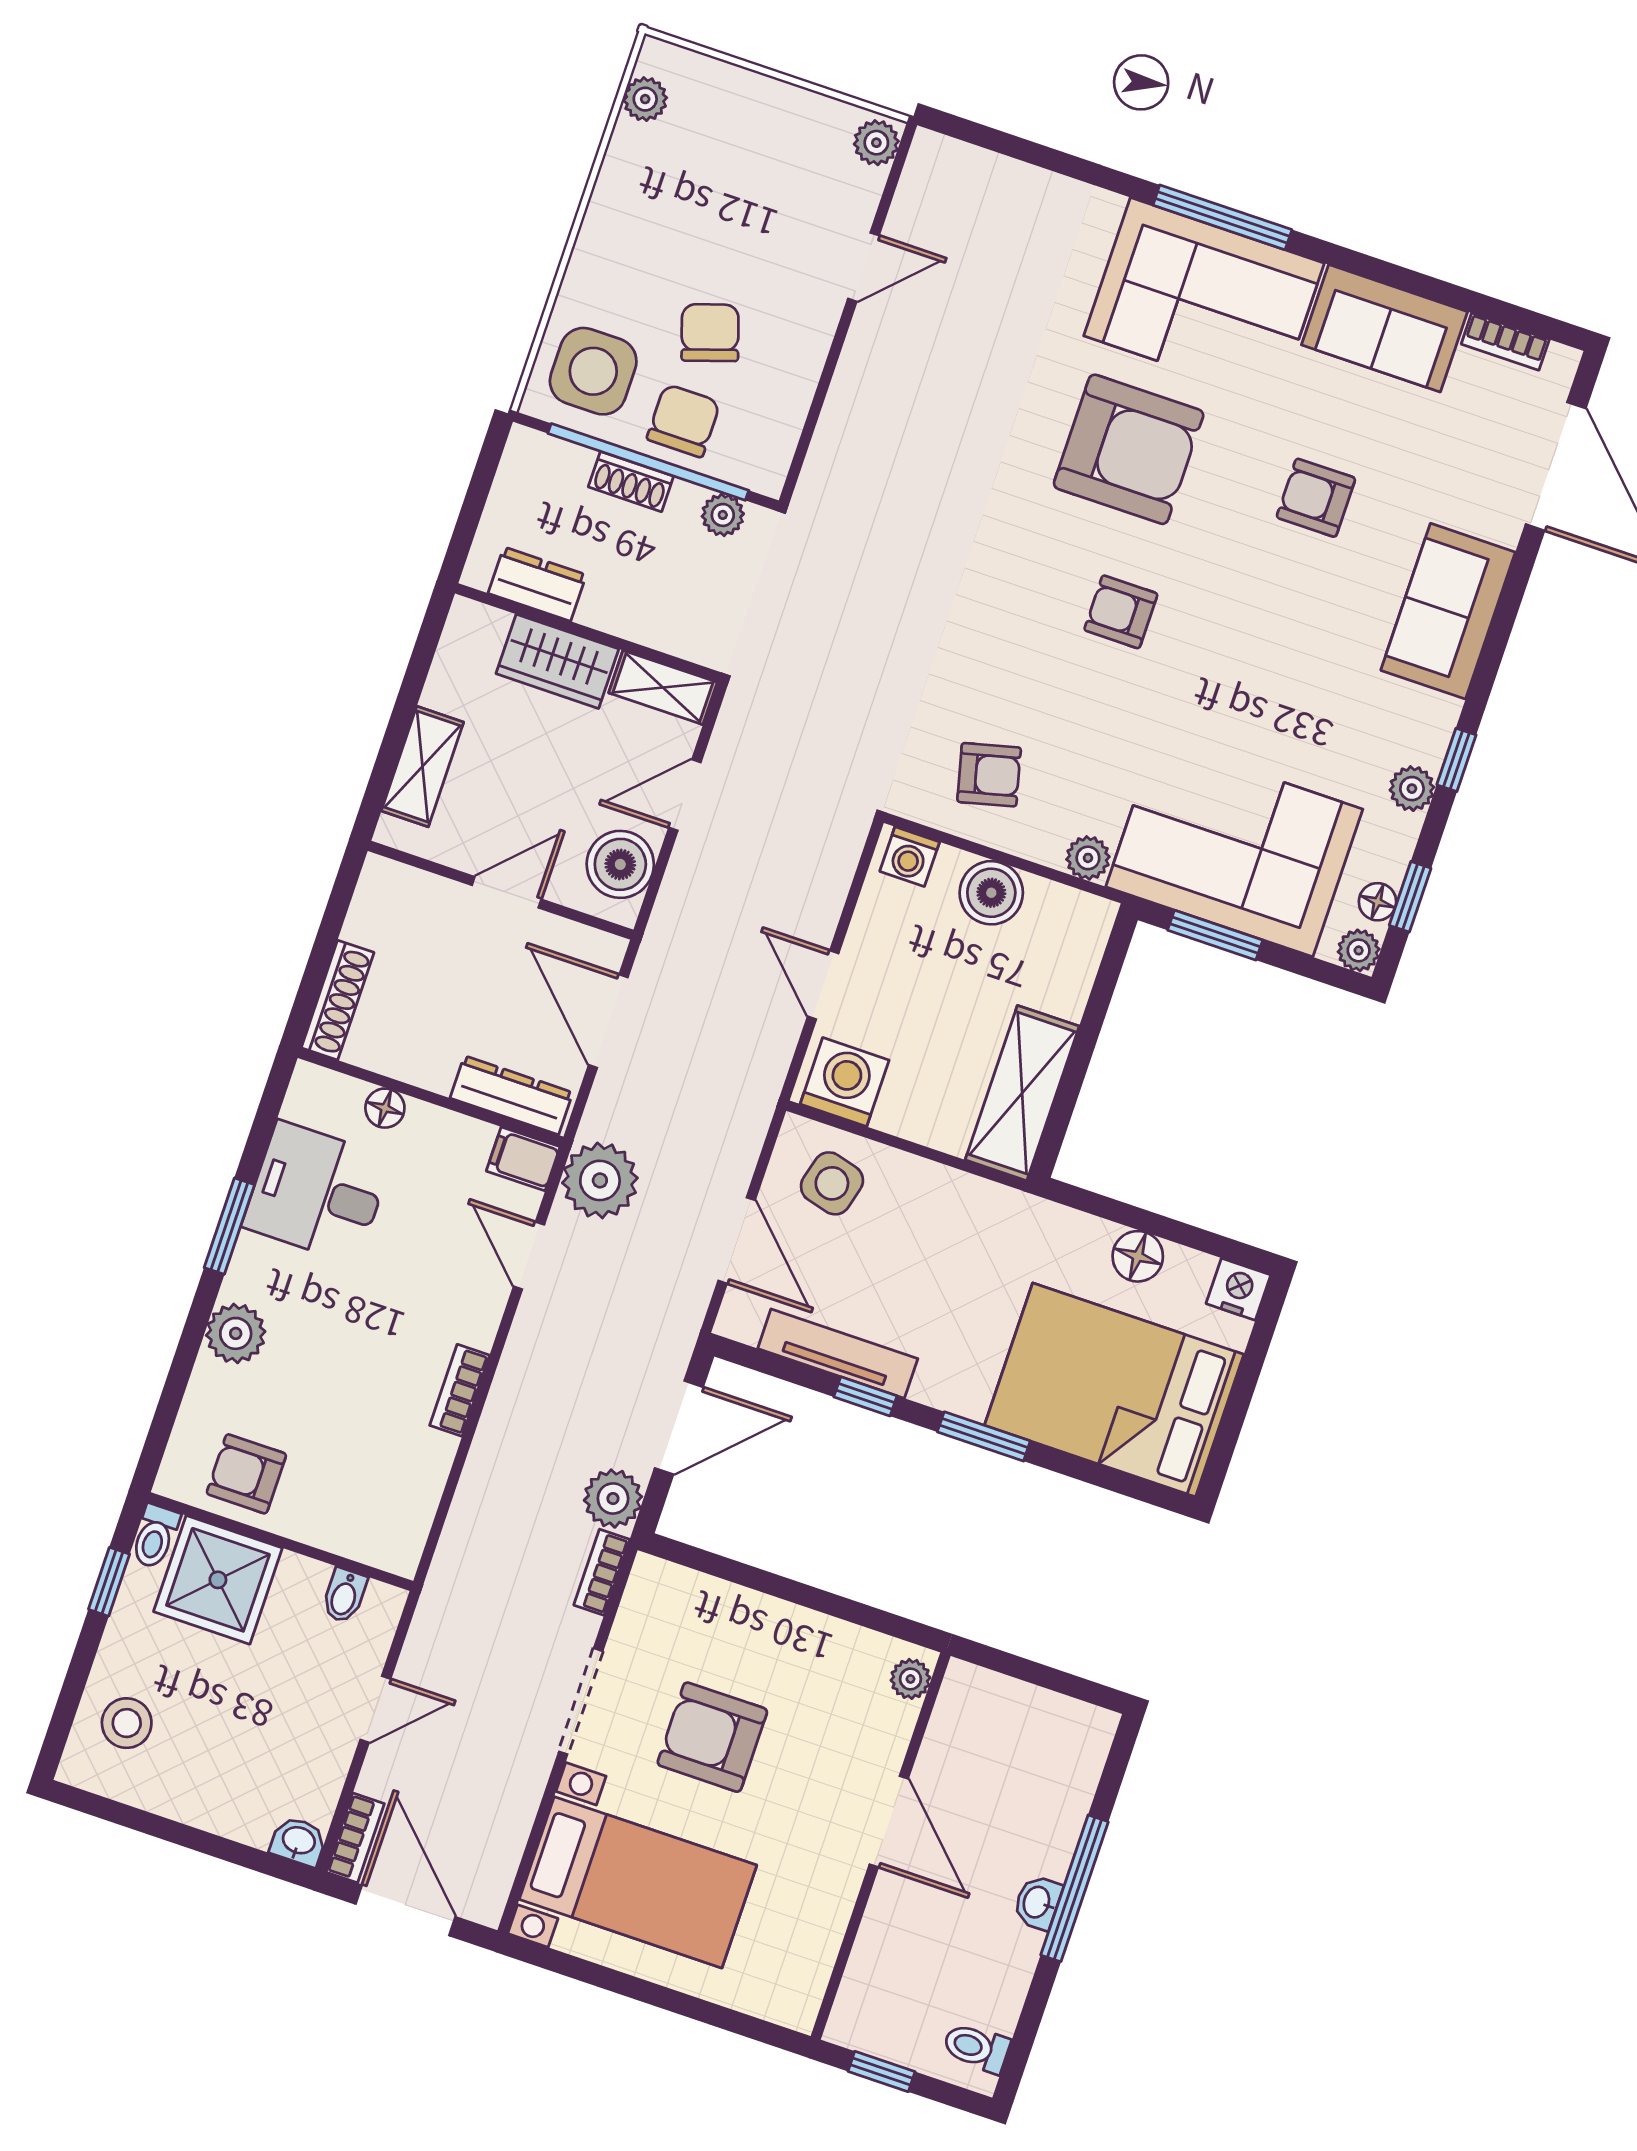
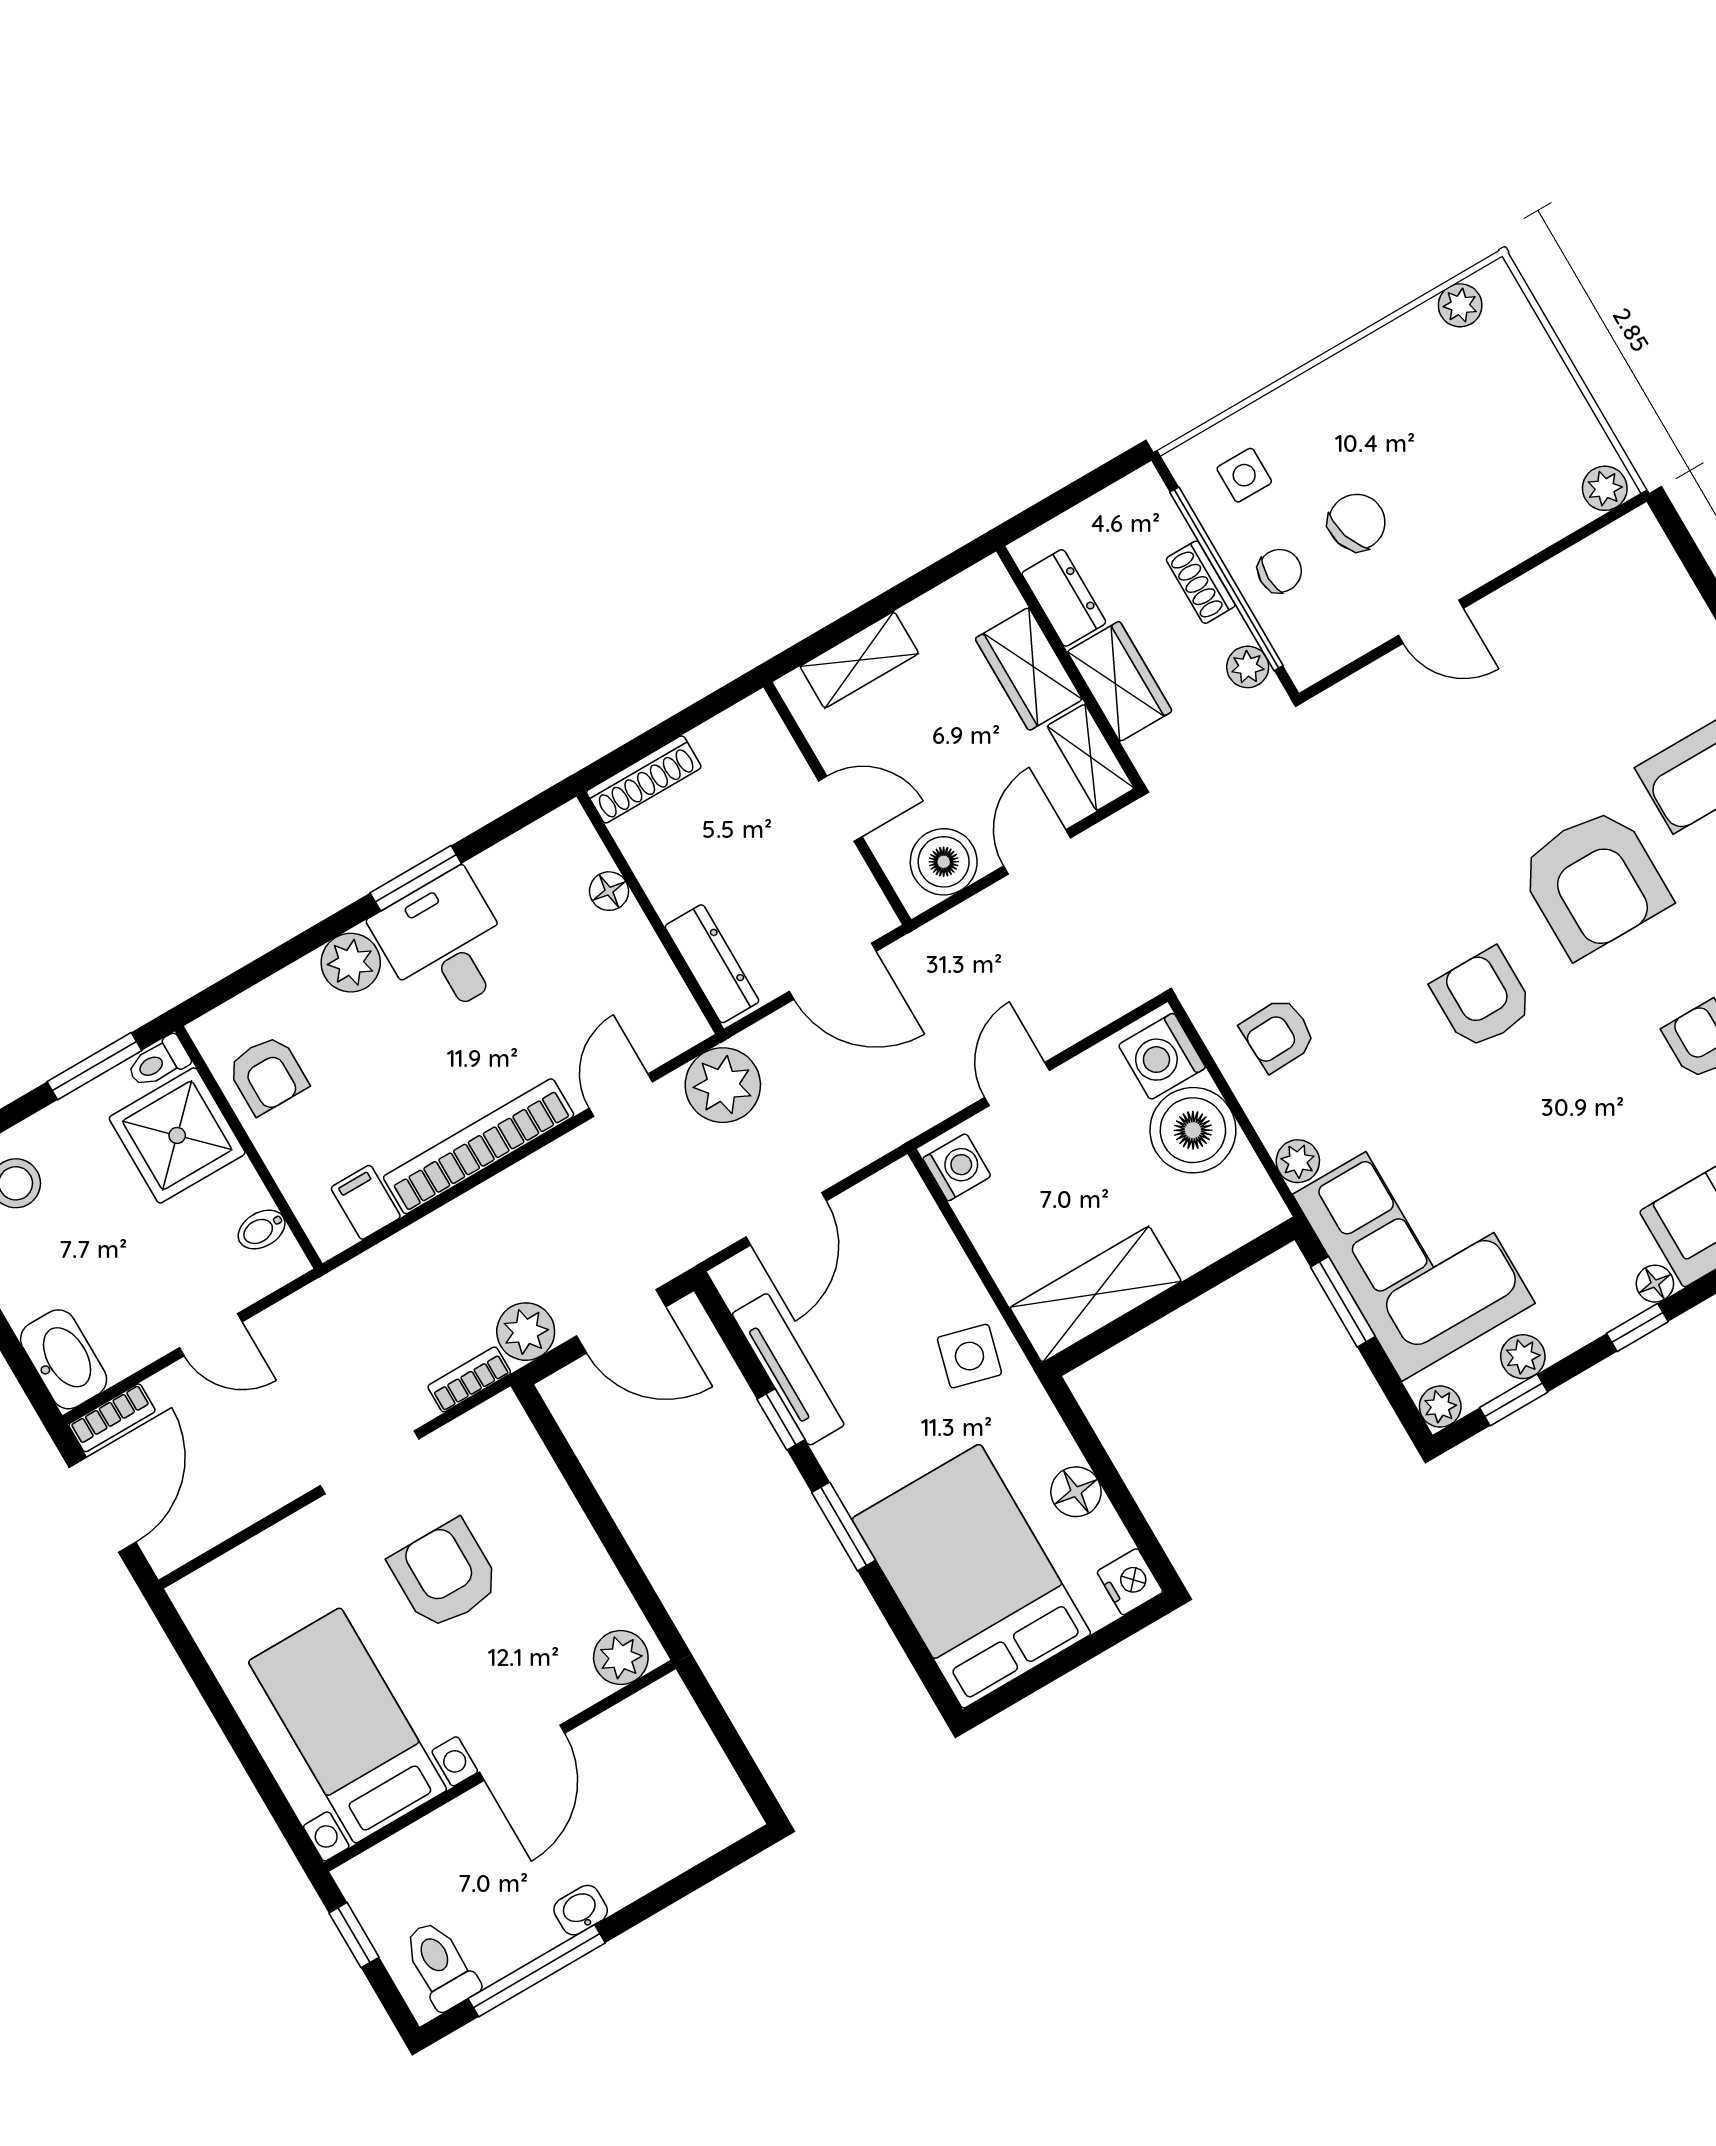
door: (864, 267) -> (1431, 622), moved
side table: (593, 371) -> (1244, 475), width x0.54, depth x0.54
chair: (684, 421) -> (1280, 571), width x0.73, depth x0.73
wardrobe: (635, 611) -> (1120, 681), added
armchair: (1121, 612) -> (1483, 998), width x1.38, depth x1.38
armchair: (989, 775) -> (1278, 1035), turned 102
plant: (1412, 789) -> (1523, 1357), moved
door: (685, 795) -> (1037, 852), hinge flipped
washing machine: (910, 857) -> (1162, 1056), width x1.38, depth x1.38
boiler: (991, 893) -> (1193, 1130), width x1.37, depth x1.37
floor lamp: (1377, 902) -> (1655, 1284), moved
door: (608, 1021) -> (833, 971), swing flipped
washing machine: (845, 1082) -> (957, 1167), width x0.73, depth x0.73
filing cabinet: (523, 1159) -> (366, 1202), moved
side table: (832, 1183) -> (969, 1356), moved
desk: (317, 1192) -> (445, 944), moved
bookcase: (460, 1390) -> (479, 1146), width x2.31, depth x1.31
armchair: (246, 1474) -> (267, 1075), turned 180
window: (109, 1582) -> (94, 1066), width x1.50
plant: (910, 1679) -> (621, 1658), width x1.38, depth x1.38
washbasin: (298, 1841) -> (64, 1359), width x1.91, depth x1.45
bed with nightstands: (638, 1882) -> (348, 1726), moved, turned 180
window: (1074, 1888) -> (537, 1971), moved
toilet: (976, 2048) -> (440, 1965), width x1.37, depth x1.39

